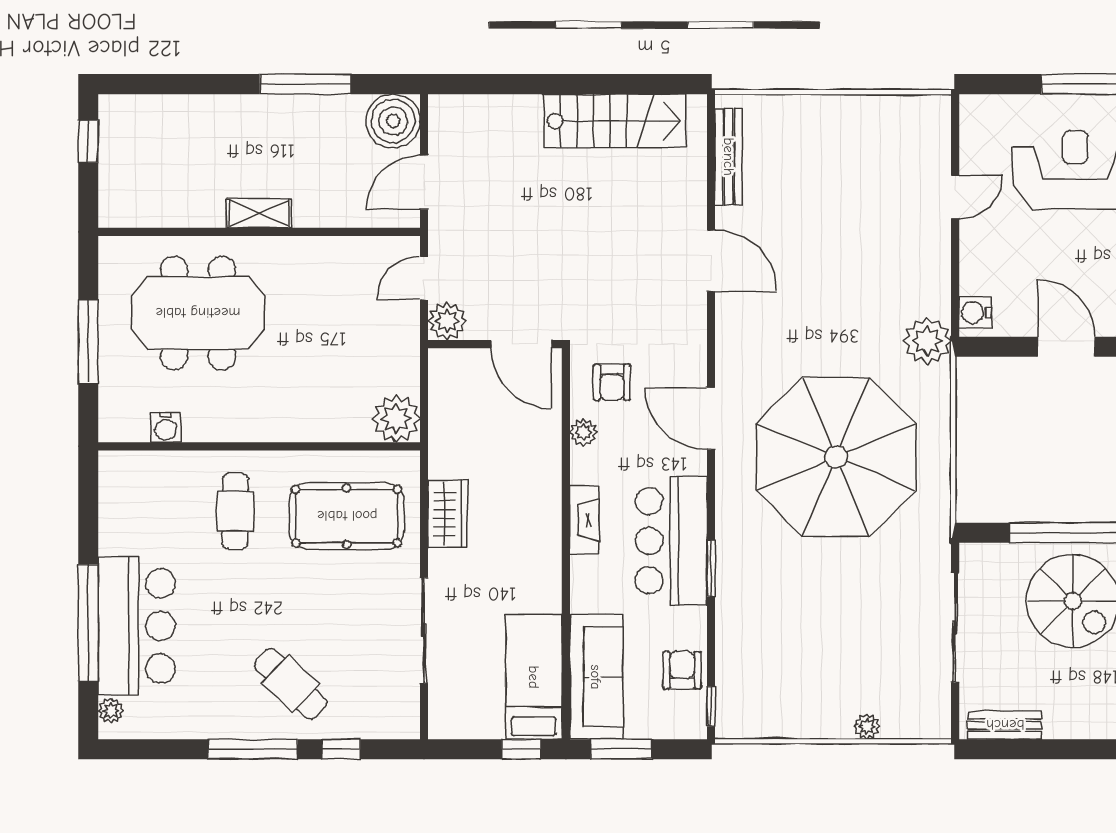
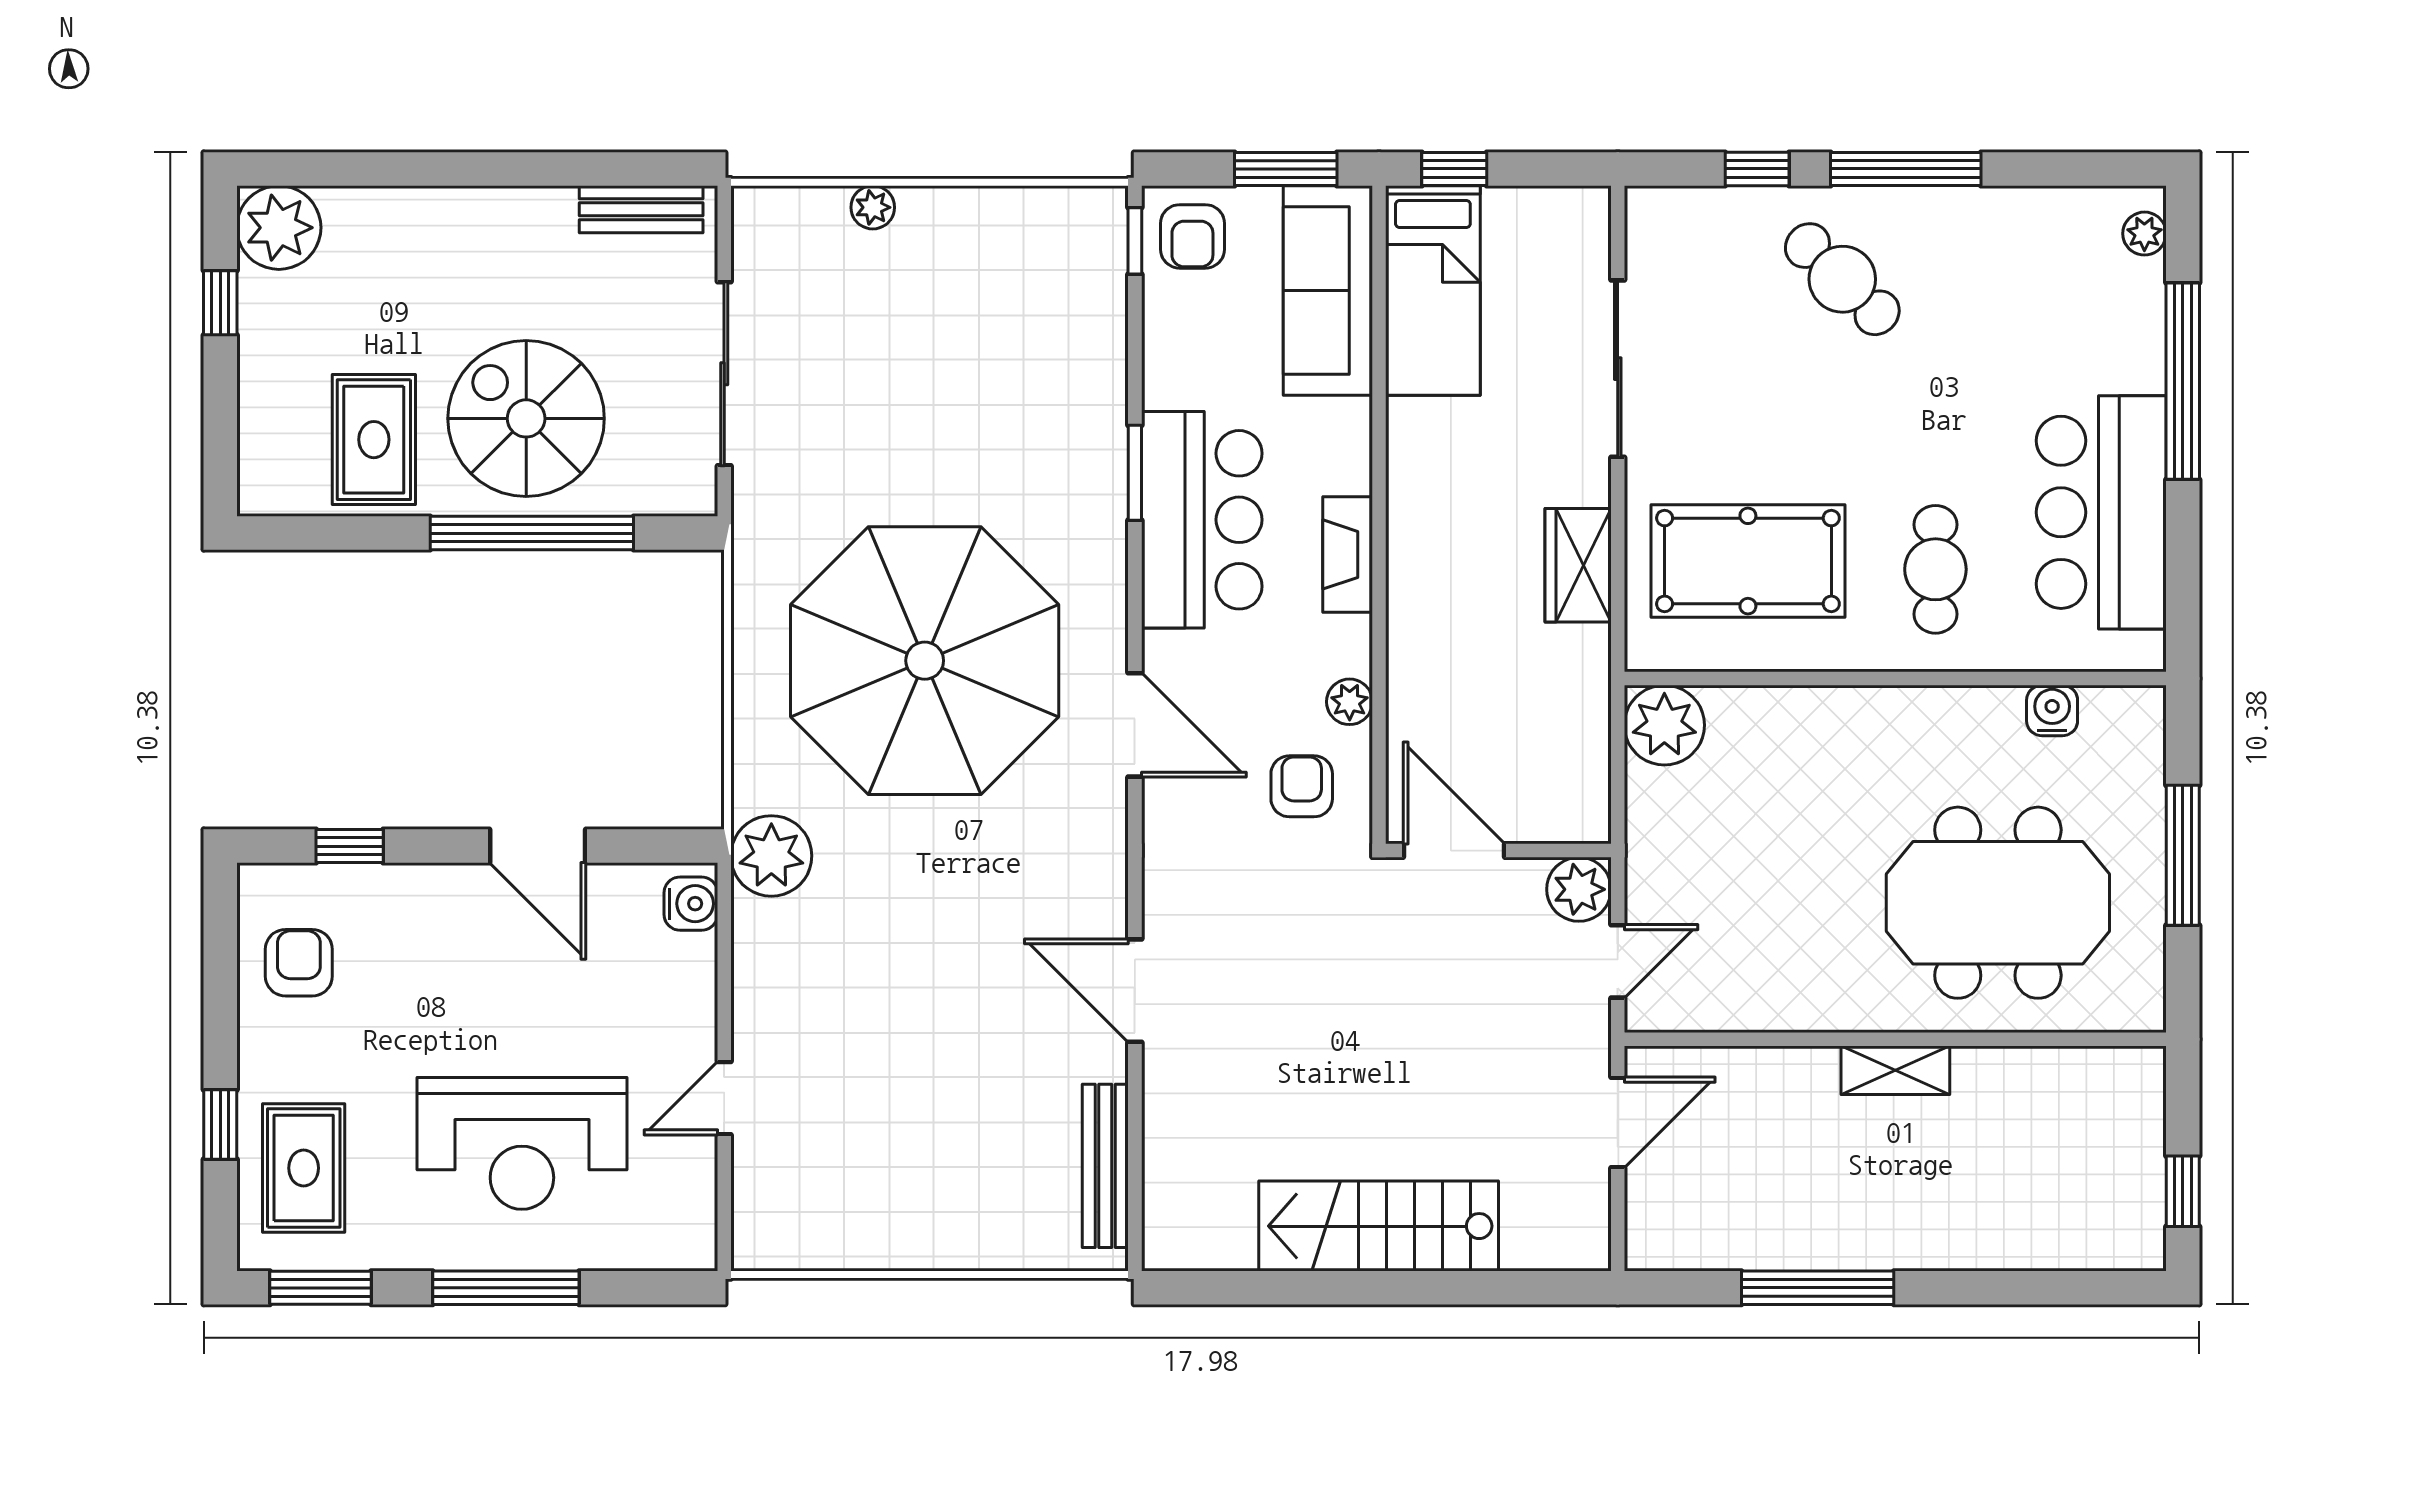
boiler: (393, 121) -> (1670, 1226), removed
stairs: (615, 121) -> (1379, 1226), moved
bar counter: (137, 626) -> (2101, 512), moved
armchair: (682, 670) -> (1192, 236), moved

